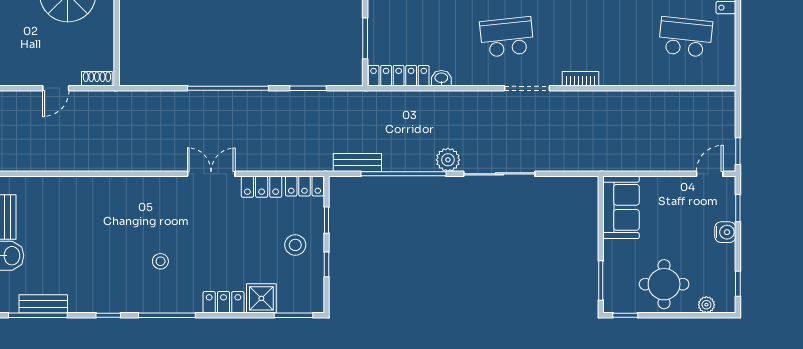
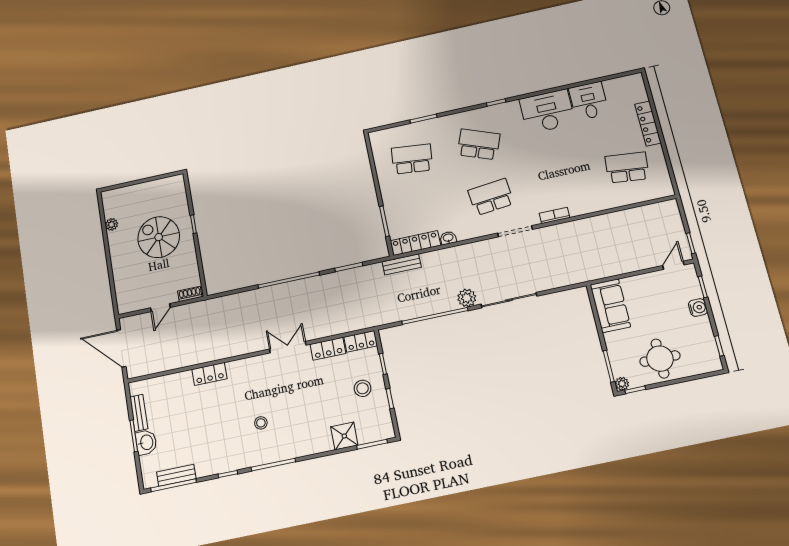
bench: (357, 163) -> (402, 264), moved
locker: (224, 302) -> (209, 374), moved, turned 180
plant: (706, 305) -> (622, 384), moved

